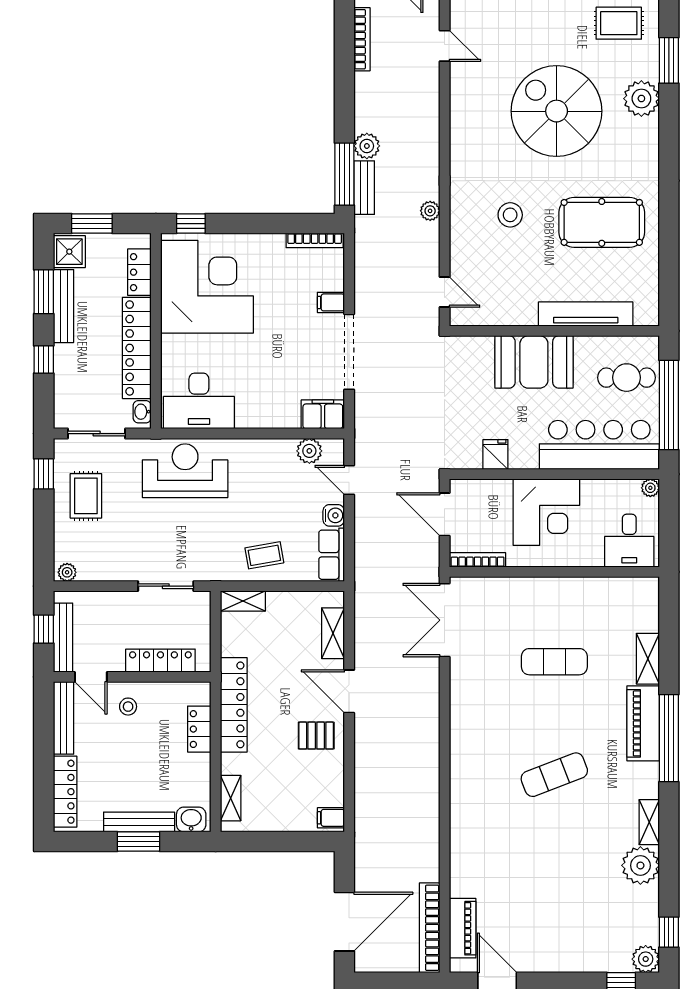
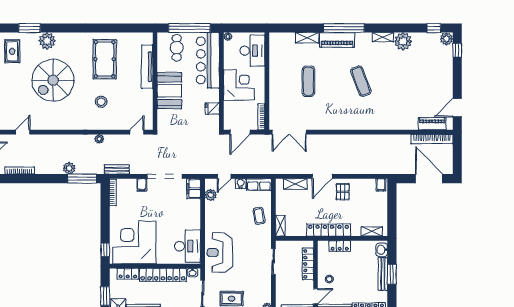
bench: (364, 188) -> (117, 169), moved
desk: (629, 541) -> (252, 51), width x1.37

